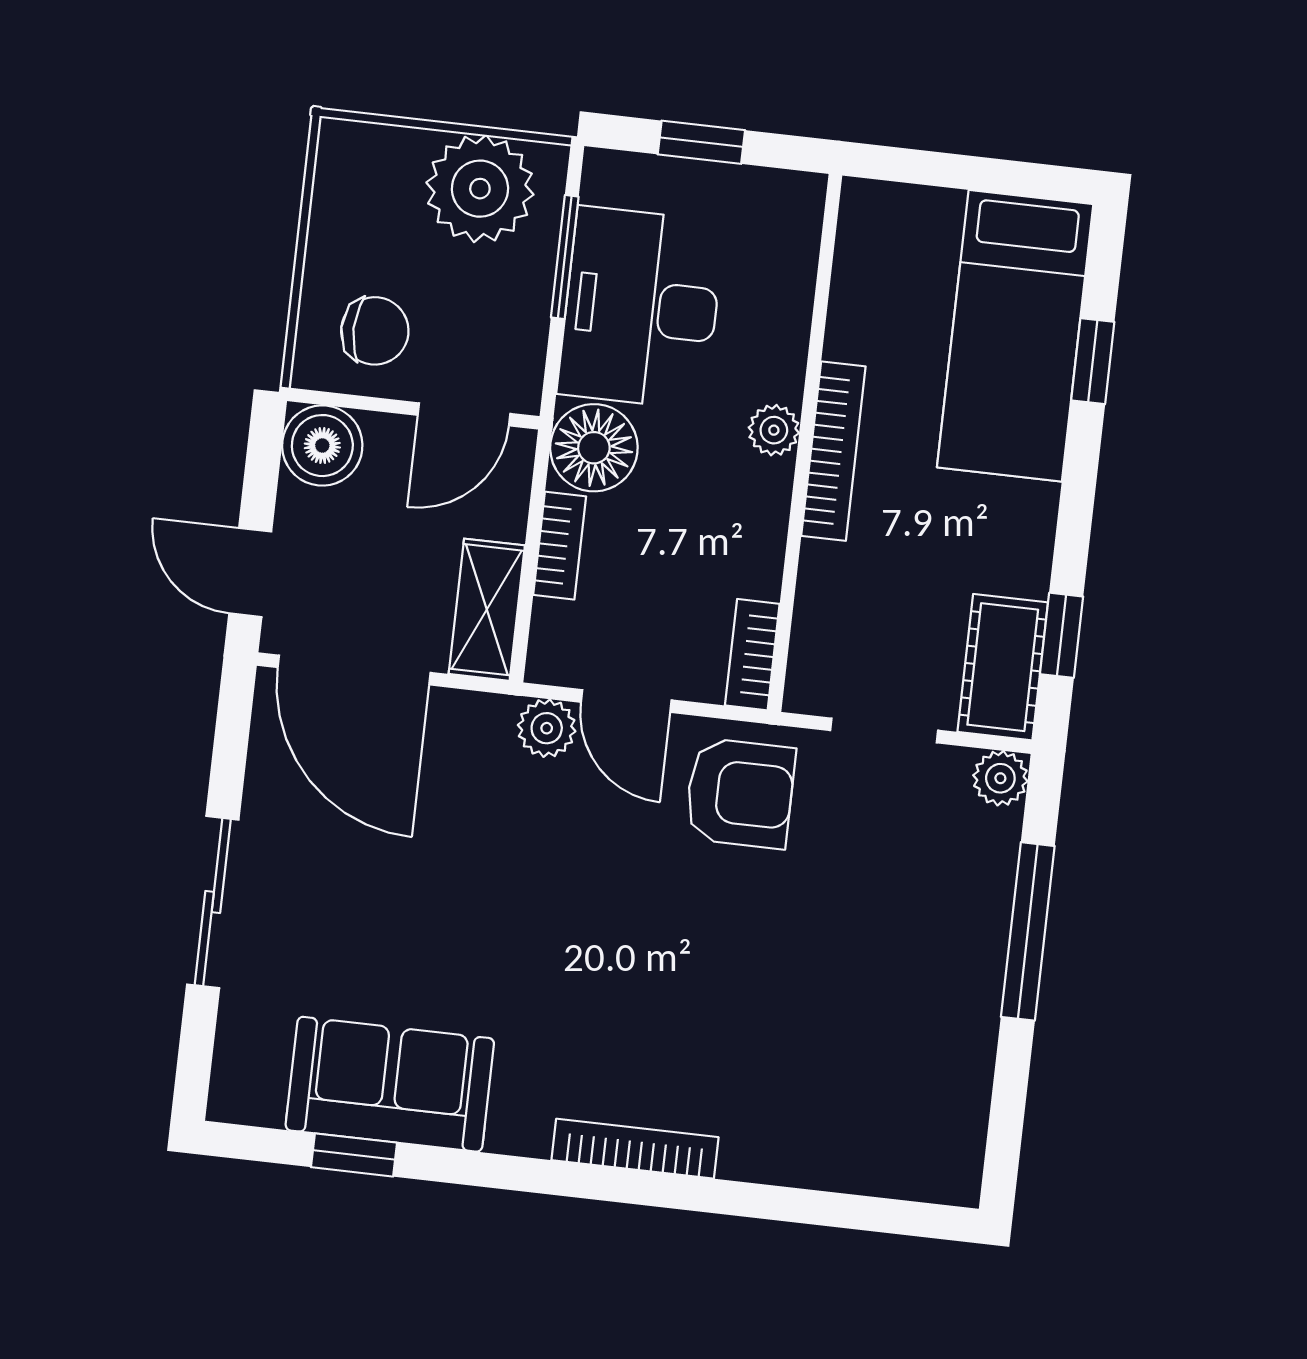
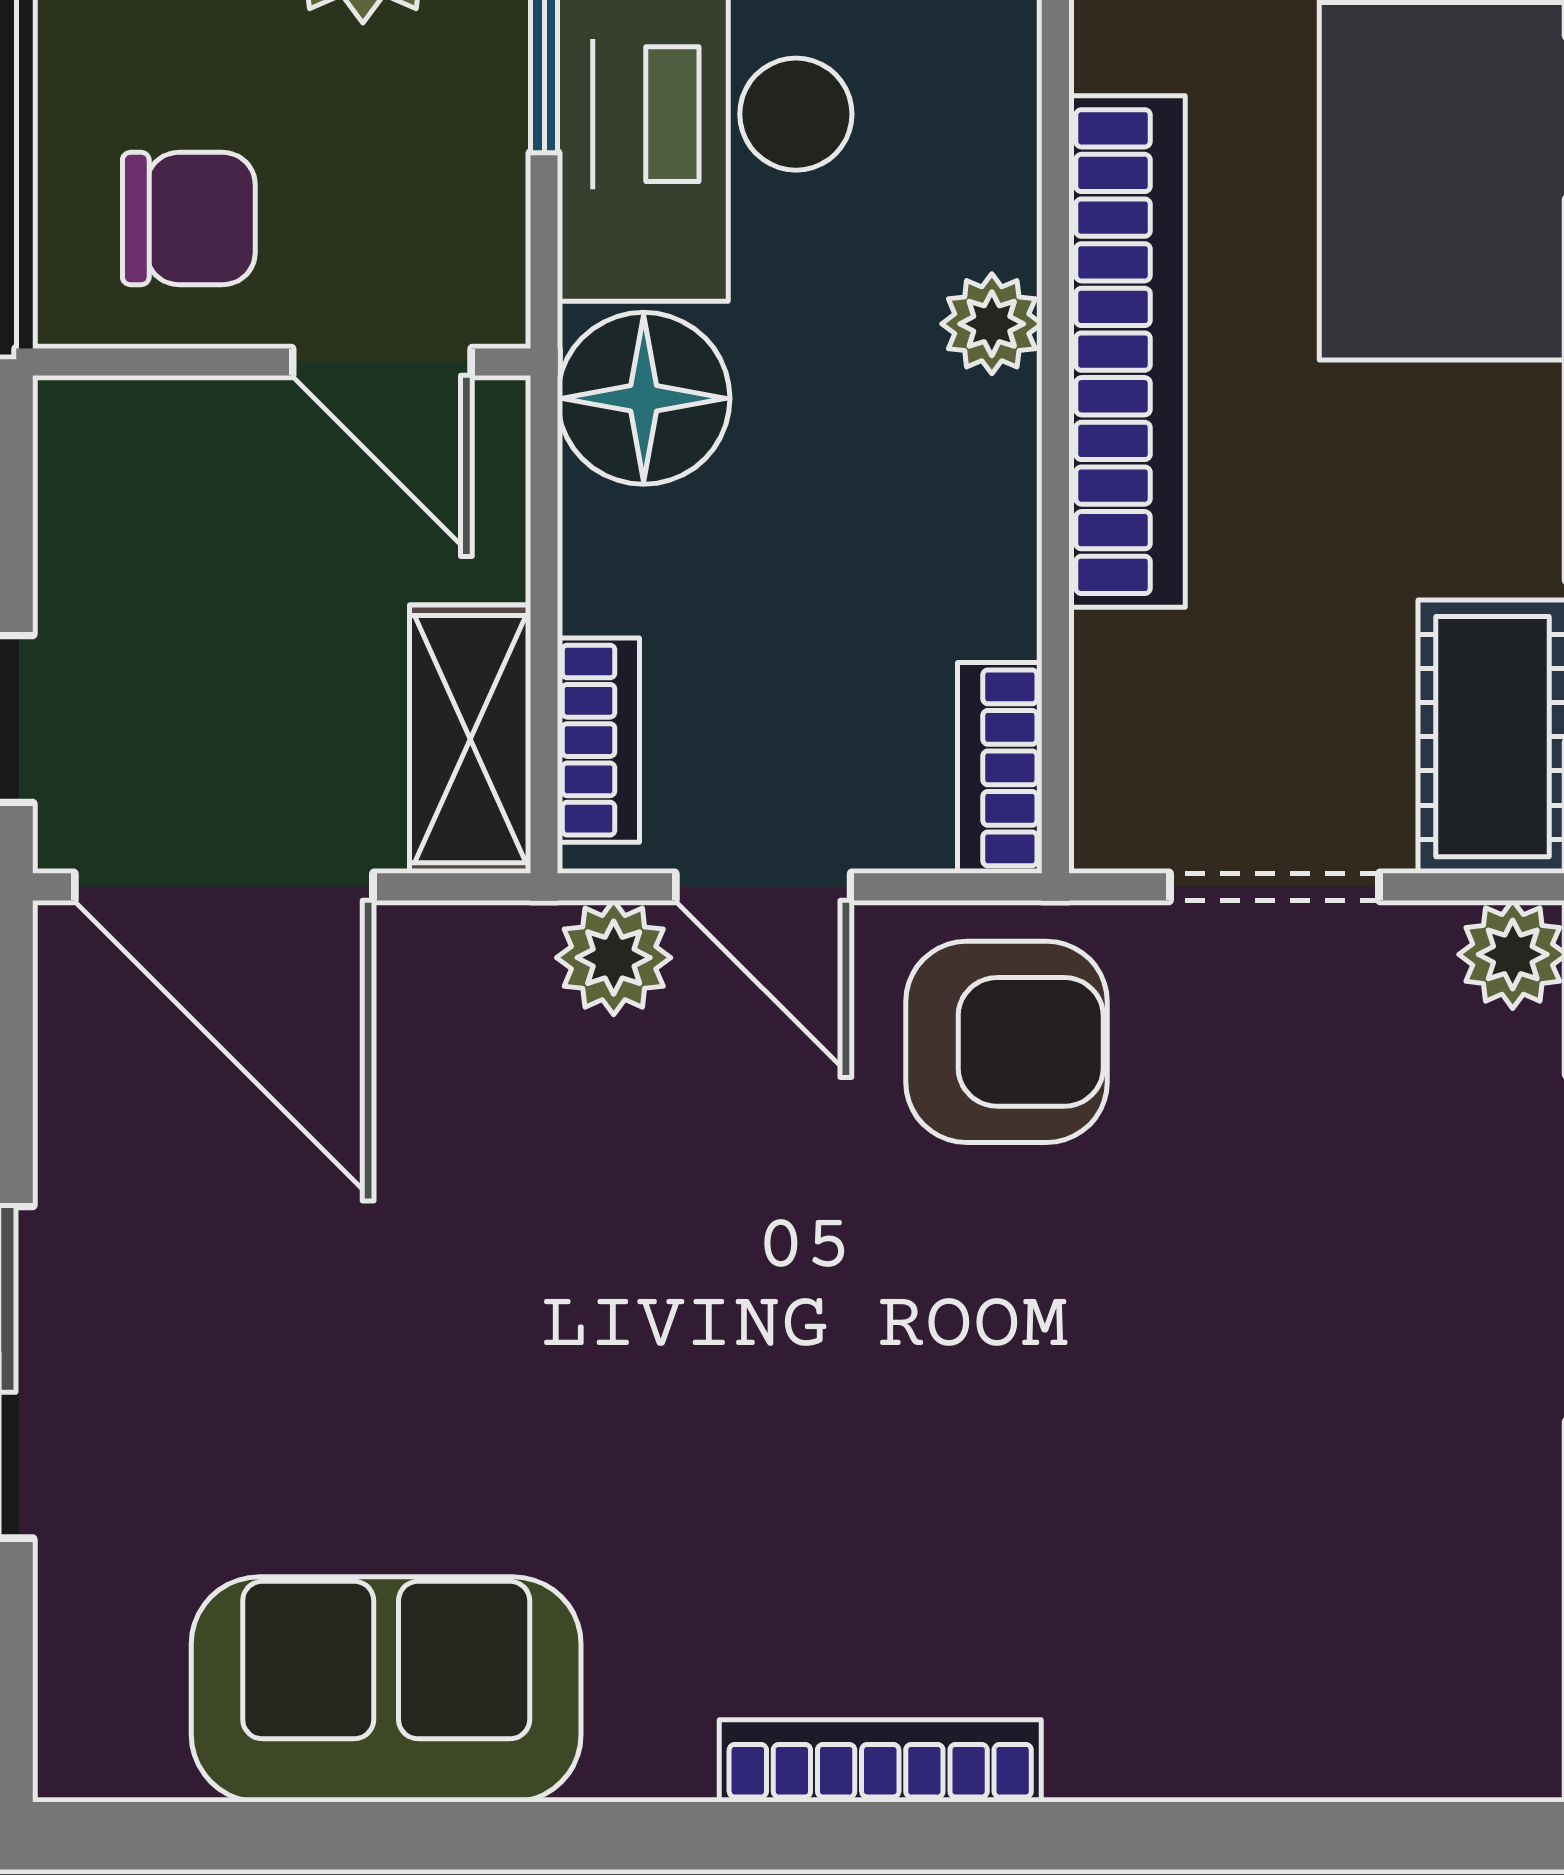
door: (464, 414) -> (382, 362), hinge flipped
boiler: (322, 446) -> (112, 455), removed
bookcase: (833, 451) -> (1127, 352), width x1.48, depth x1.31
bookcase: (560, 546) -> (598, 740), moved
window: (354, 1155) -> (332, 1836), removed

